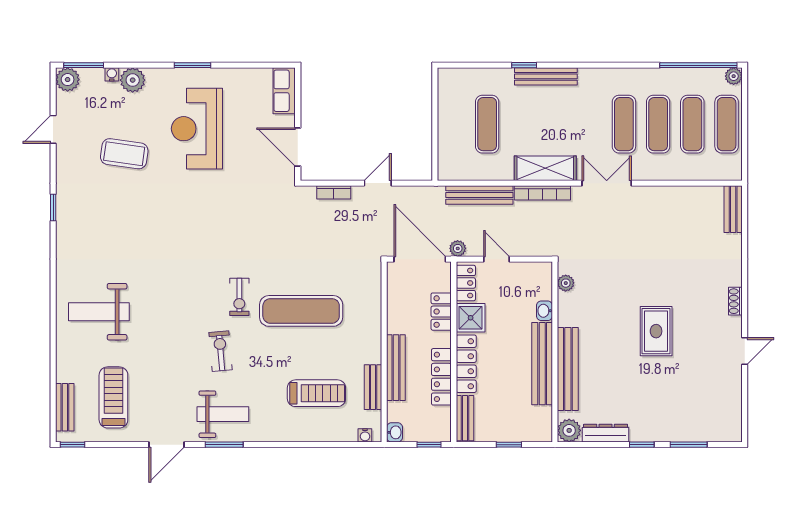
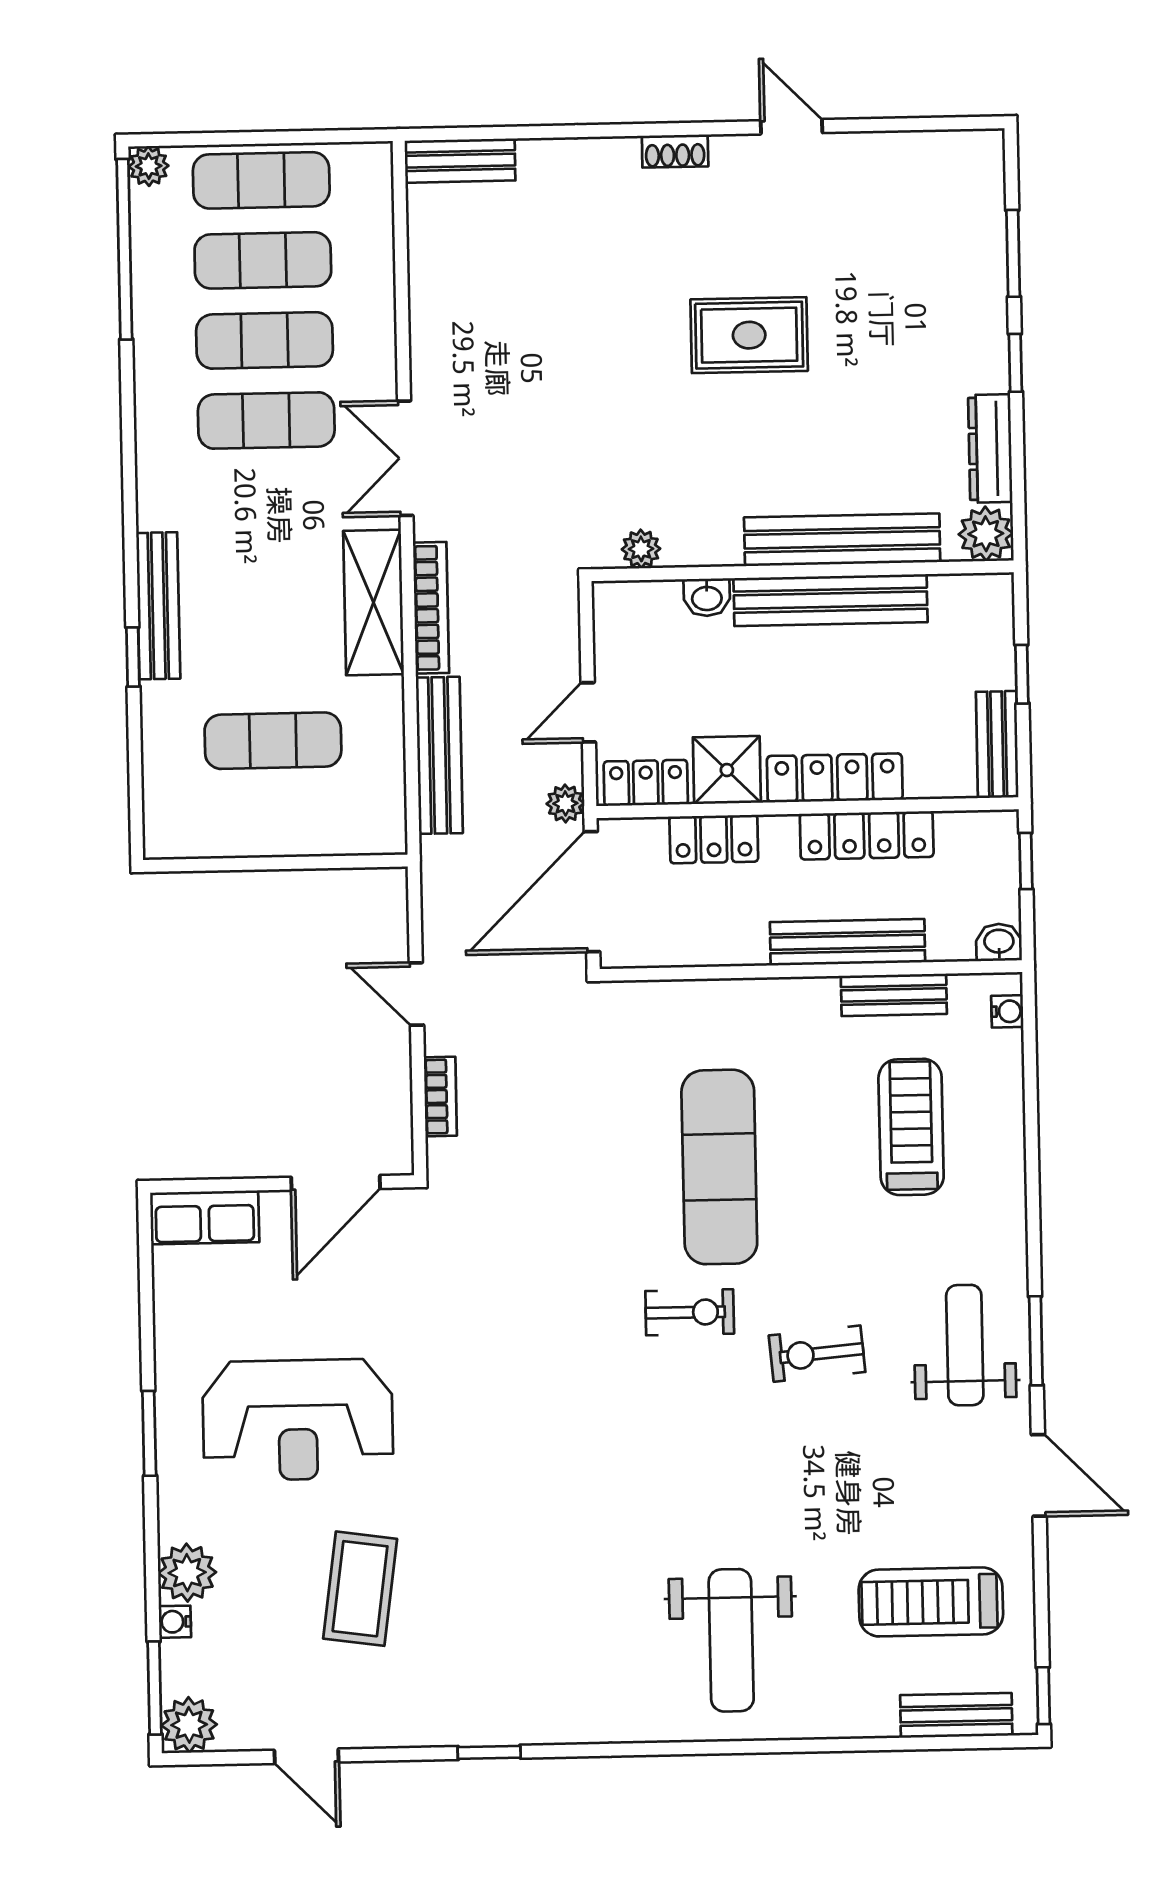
bench: (465, 418) -> (997, 745), moved, turned 90

